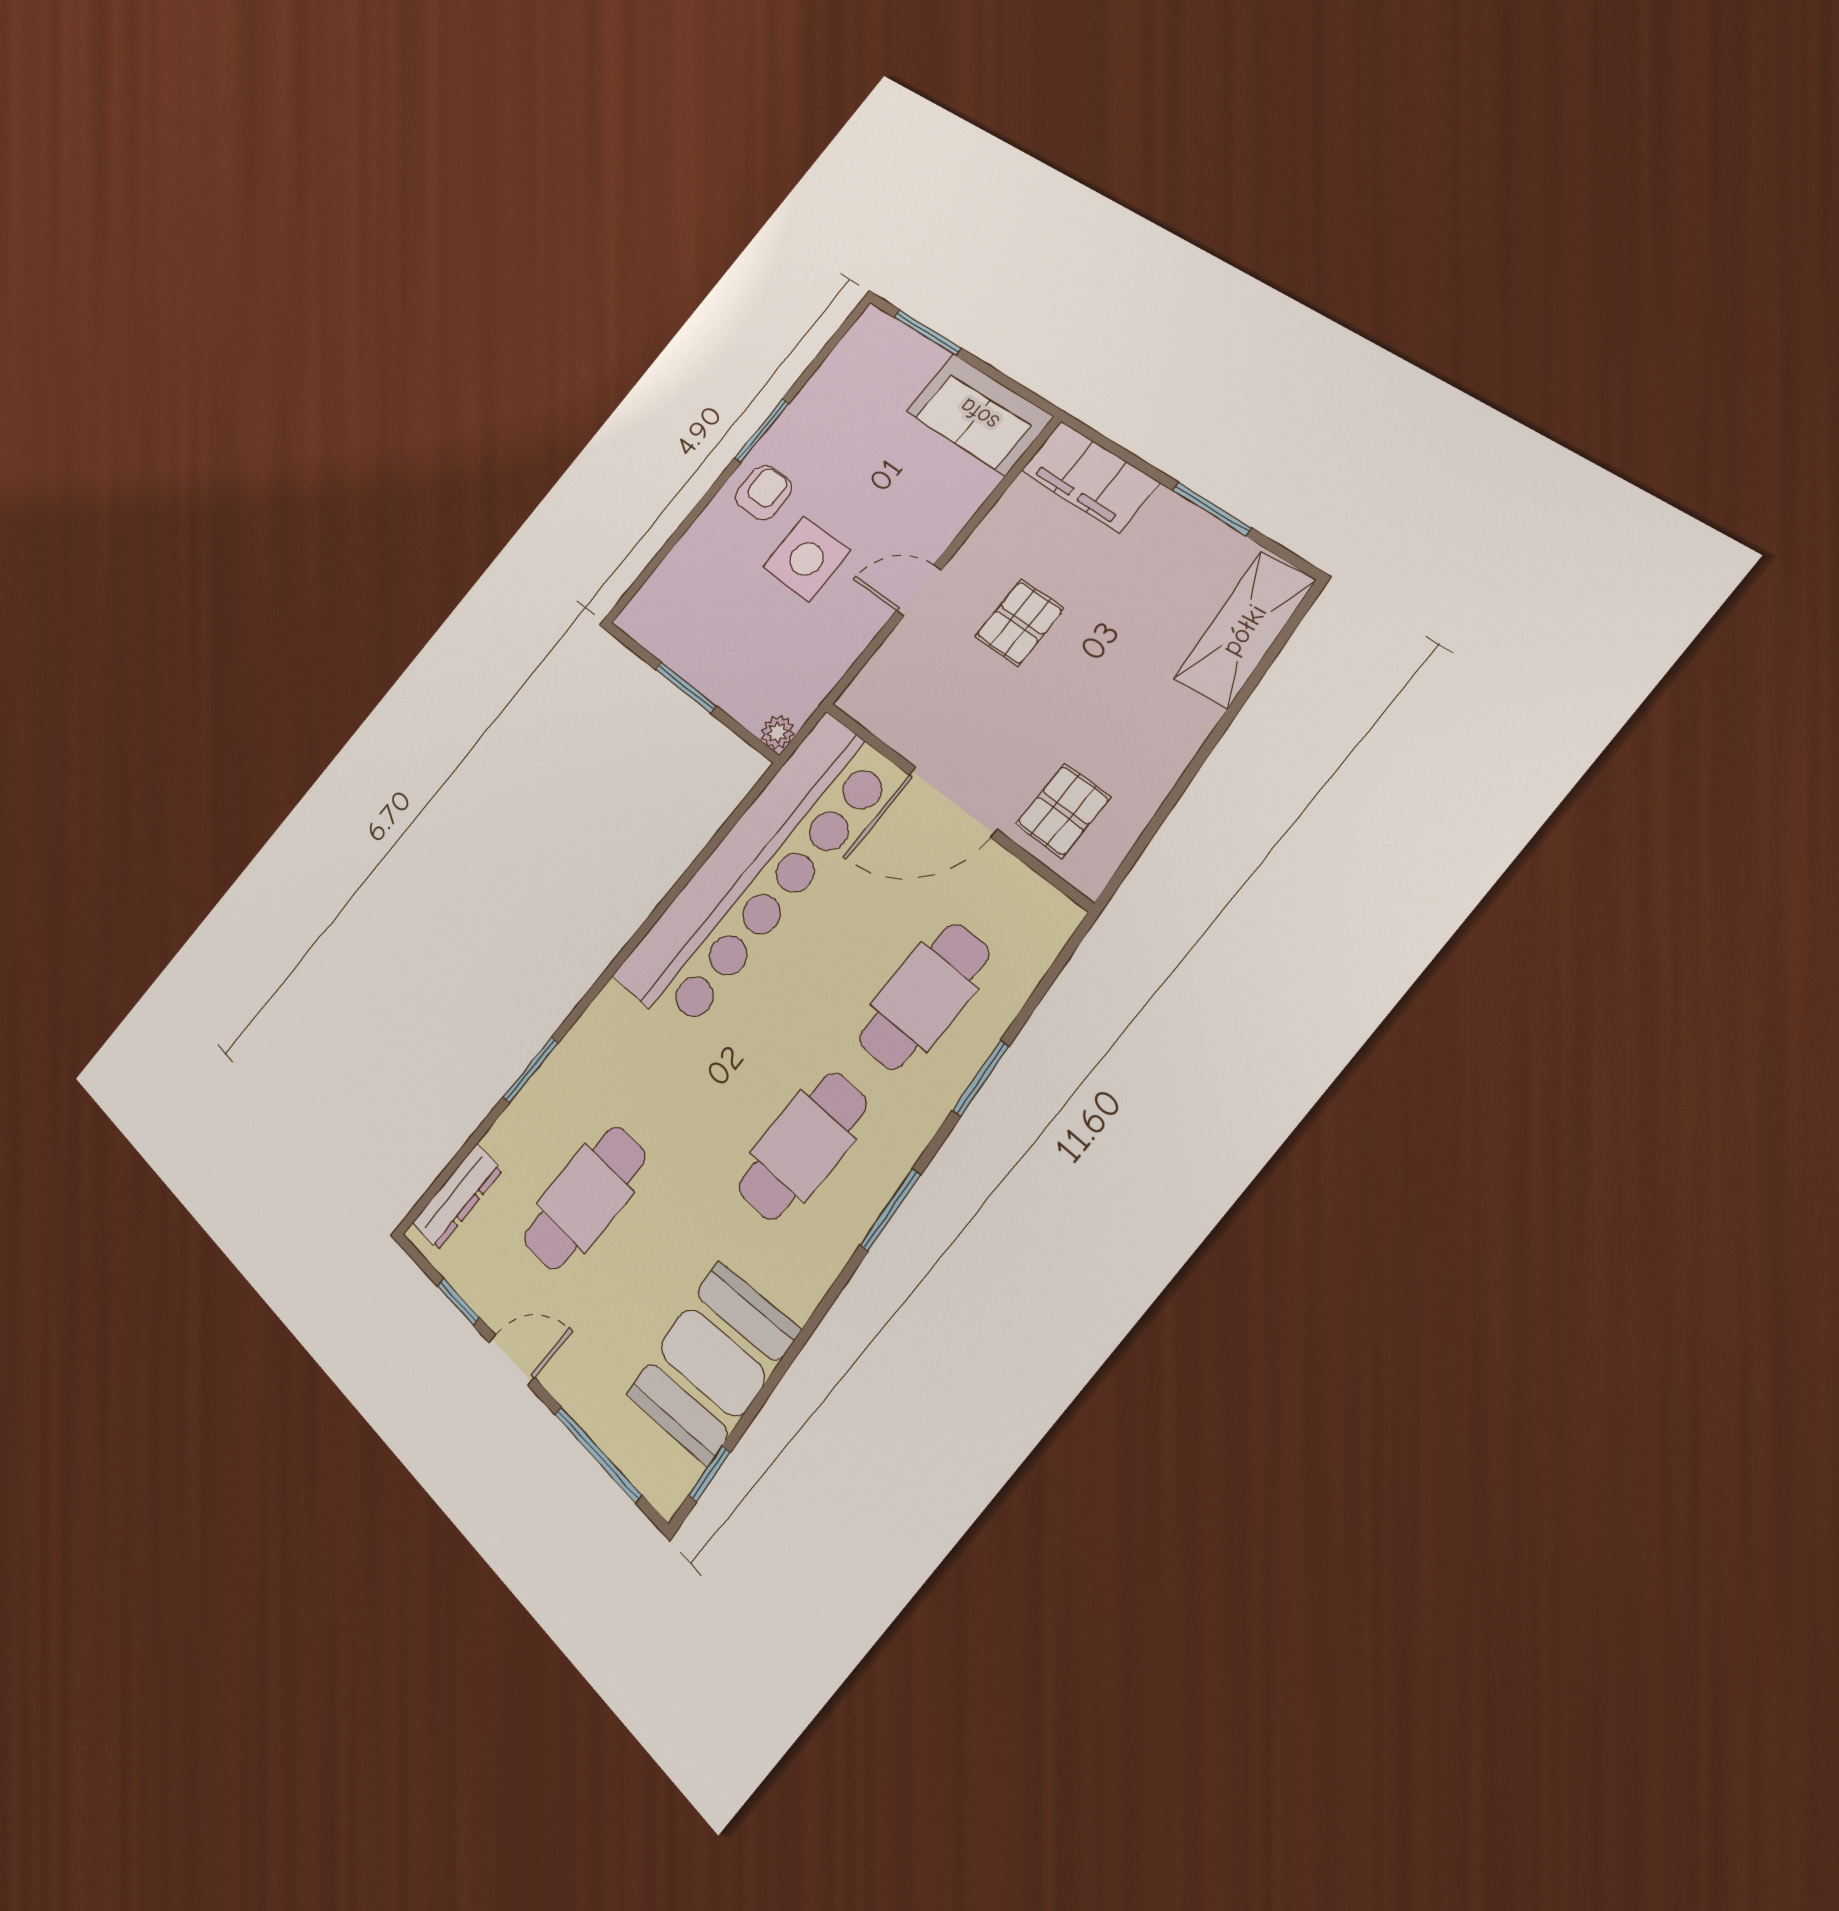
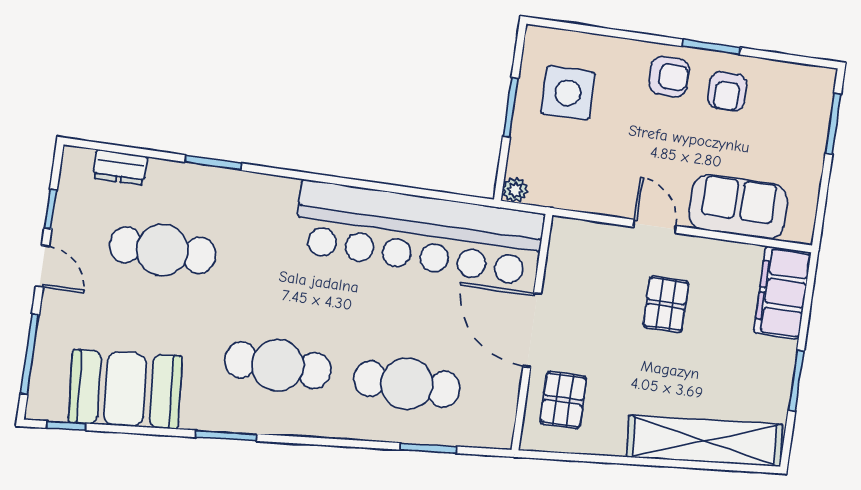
sofa: (979, 414) -> (738, 207), moved, turned 90
armchair: (819, 435) -> (727, 91), added
side table: (806, 559) -> (568, 93), moved
pallet: (1019, 623) -> (666, 304), turned 90
shelving: (1244, 630) -> (705, 441), width x1.47
pallet: (1063, 811) -> (563, 400), turned 90
window: (981, 1078) -> (428, 448), moved
dresser: (457, 1197) -> (120, 167), width x0.70
window: (890, 1210) -> (226, 436), moved

